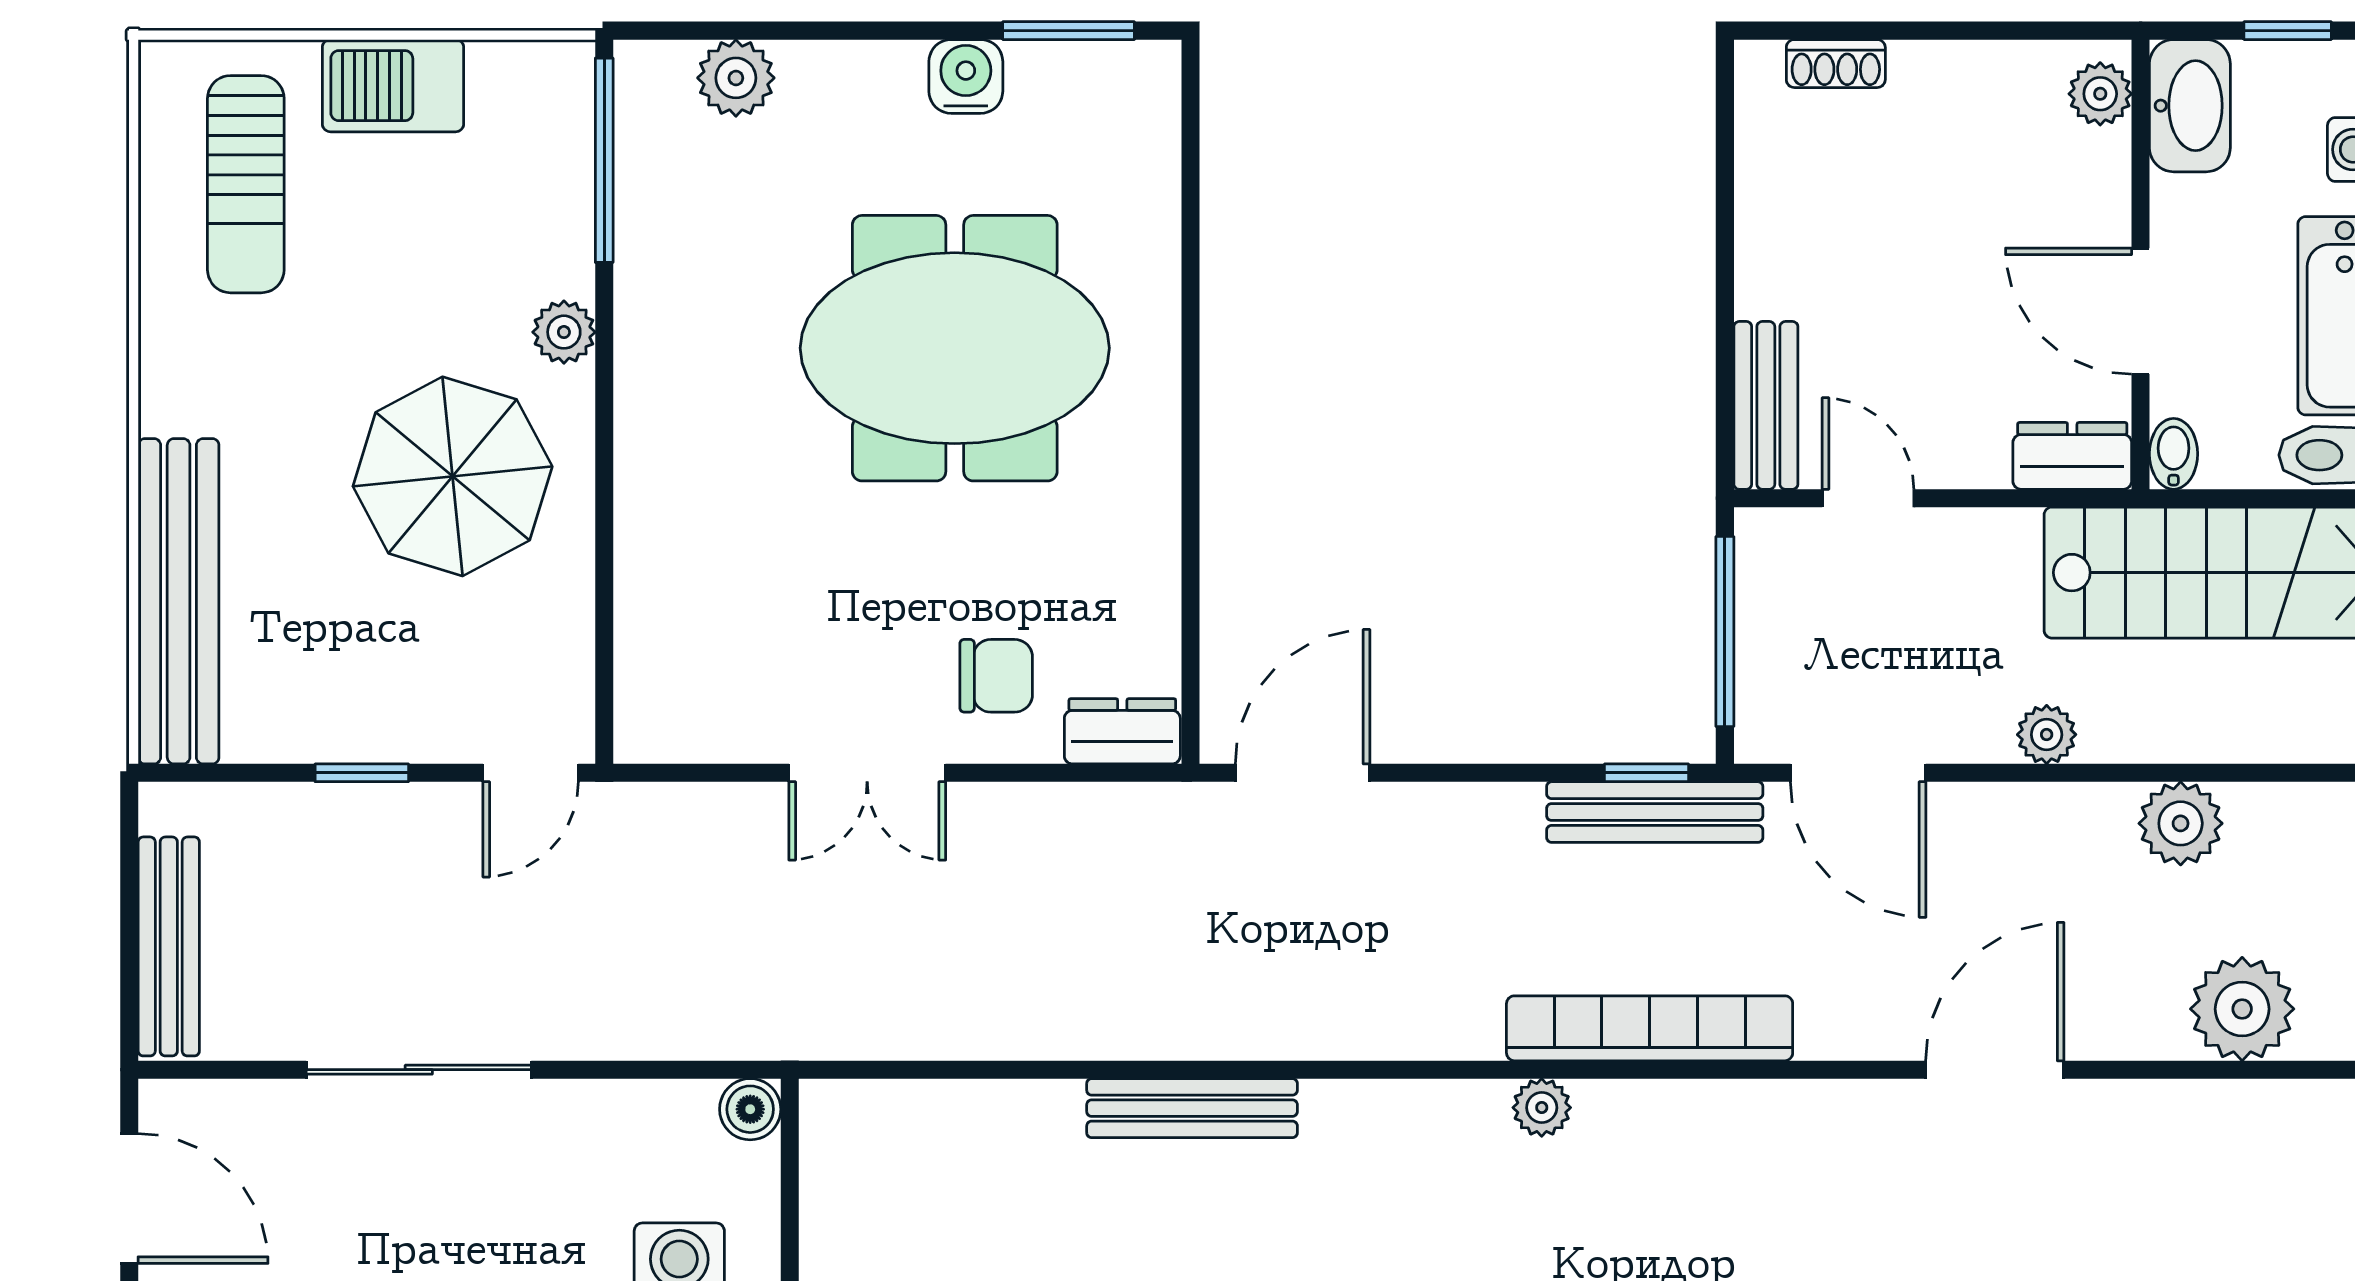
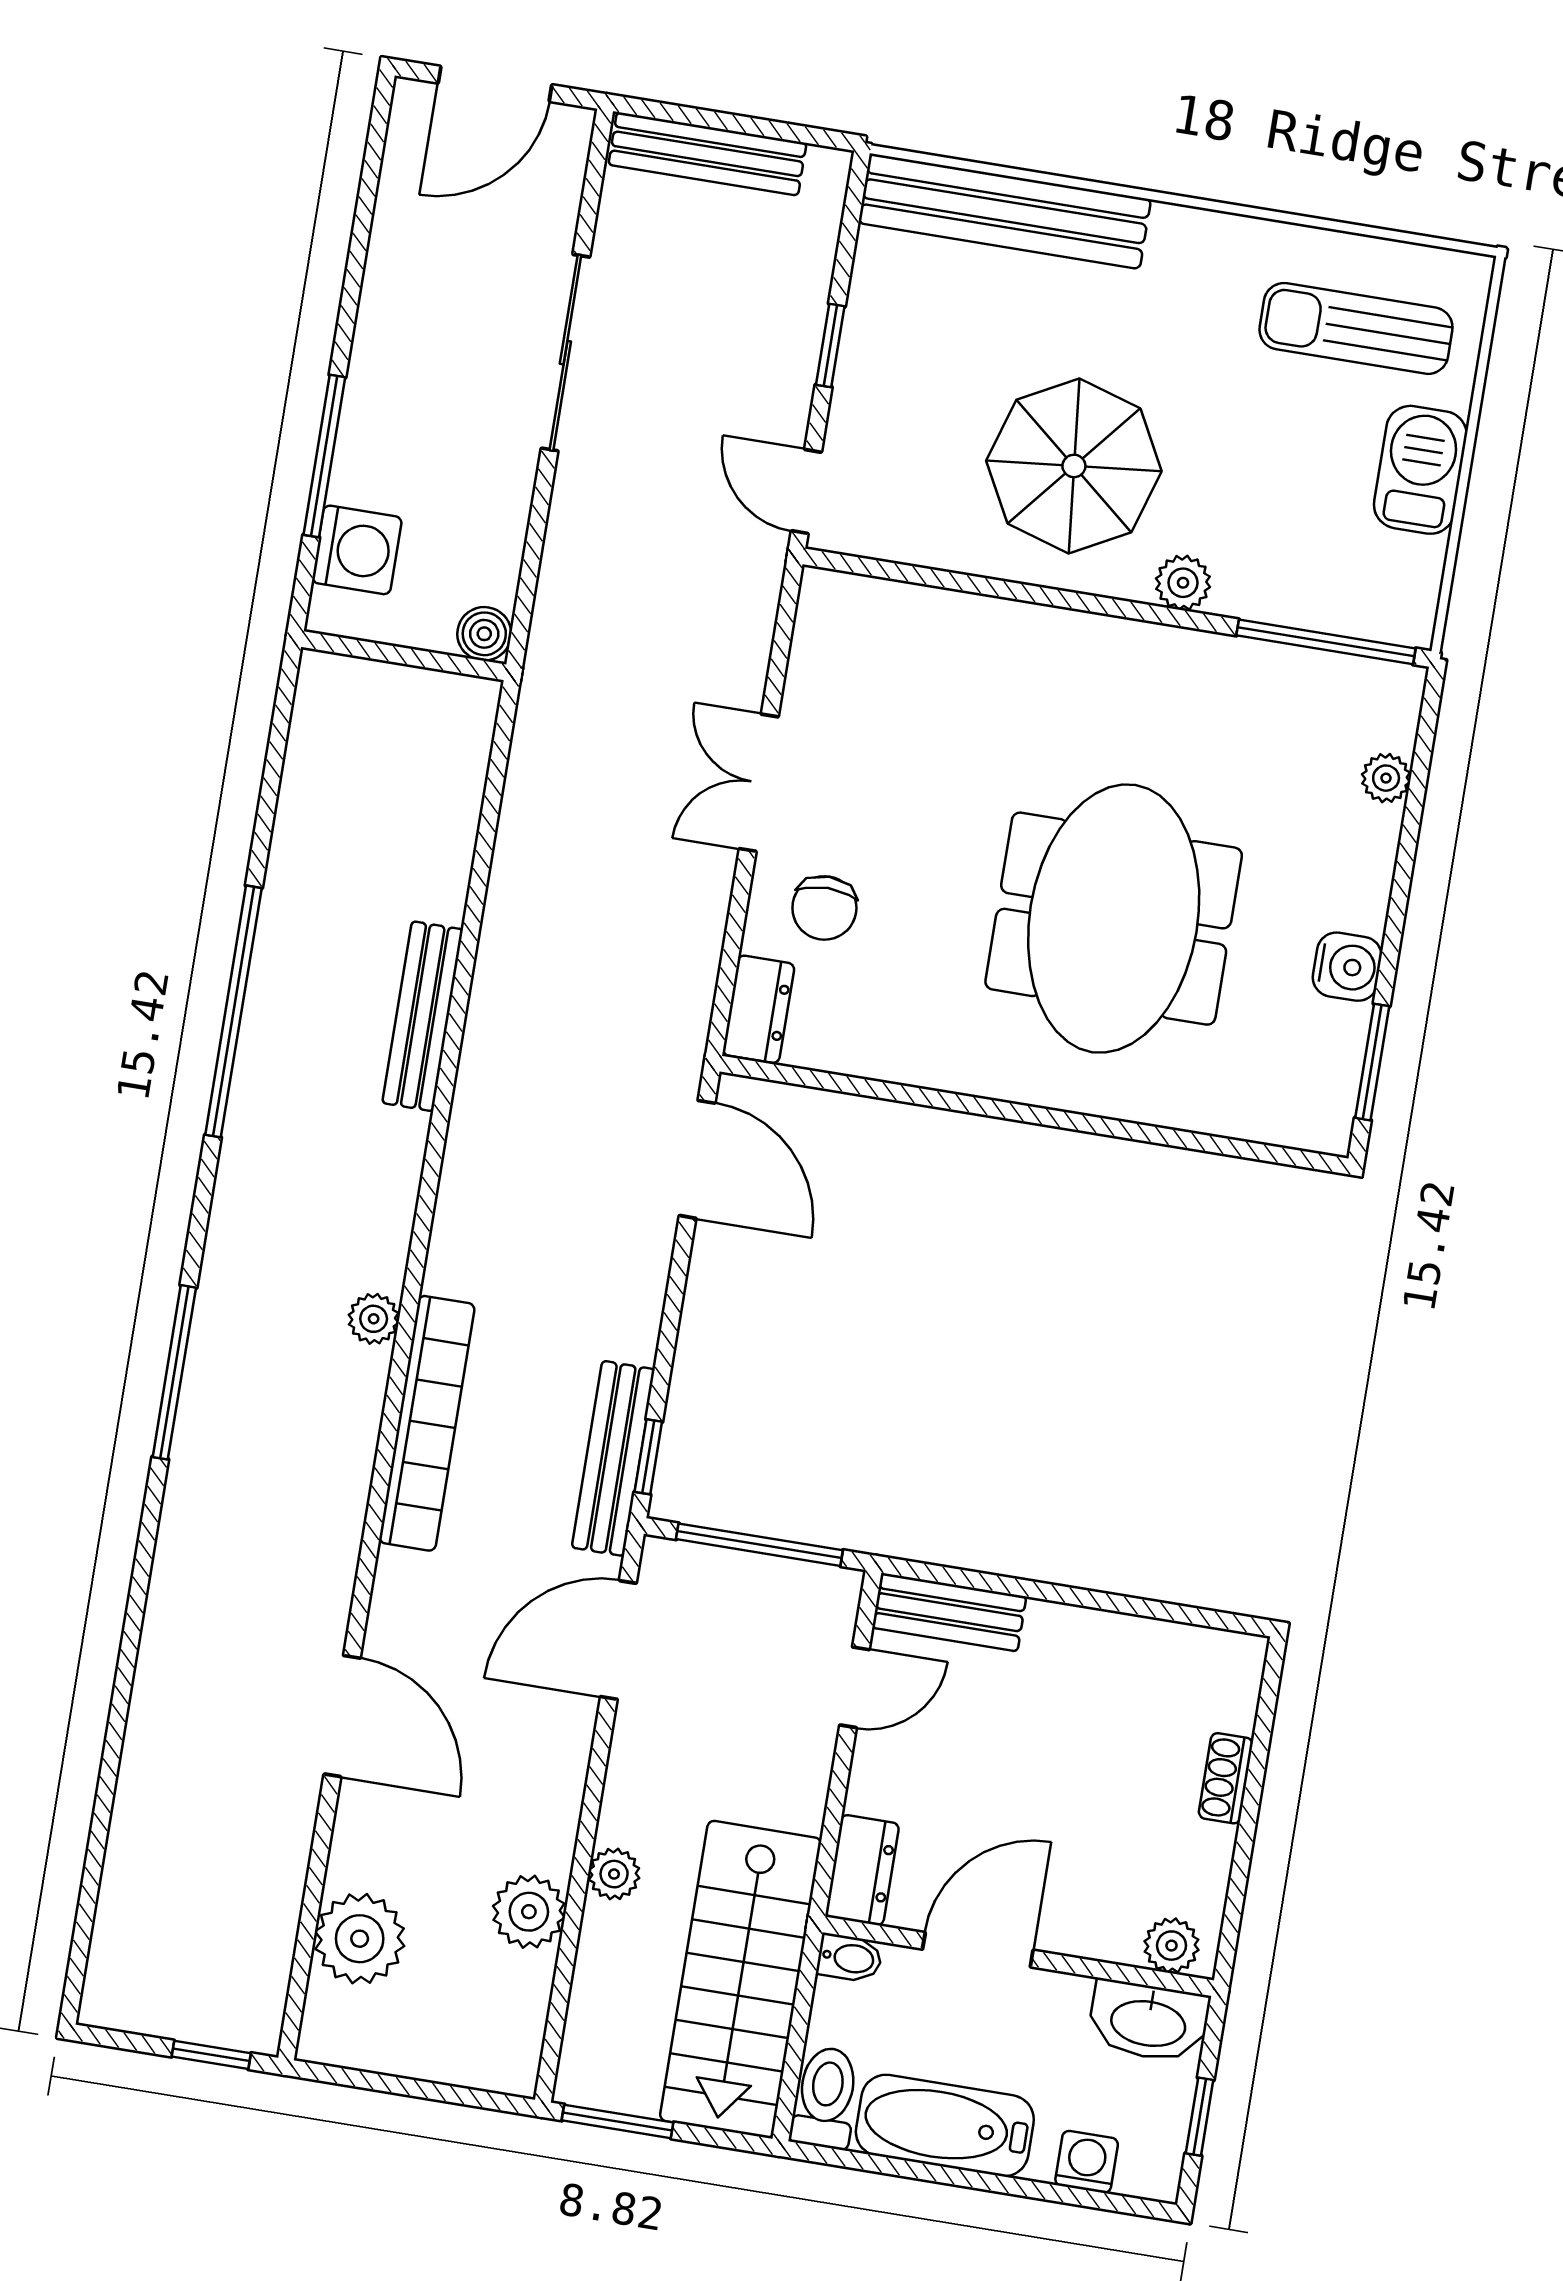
shoe rack: (1836, 64) -> (1226, 1778), moved
plant: (736, 78) -> (1386, 778), width x0.73, depth x0.73
plant: (2047, 735) -> (614, 1874), moved

